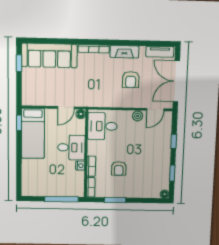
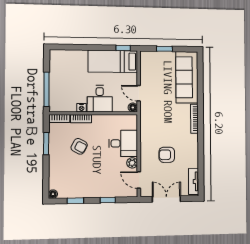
fireplace: (124, 52) -> (193, 148), removed
window: (19, 63) -> (165, 49), moved
double door: (176, 81) -> (166, 199), width x0.73
desk: (102, 126) -> (123, 143), moved, turned 90
armchair: (119, 169) -> (79, 146), turned -152

